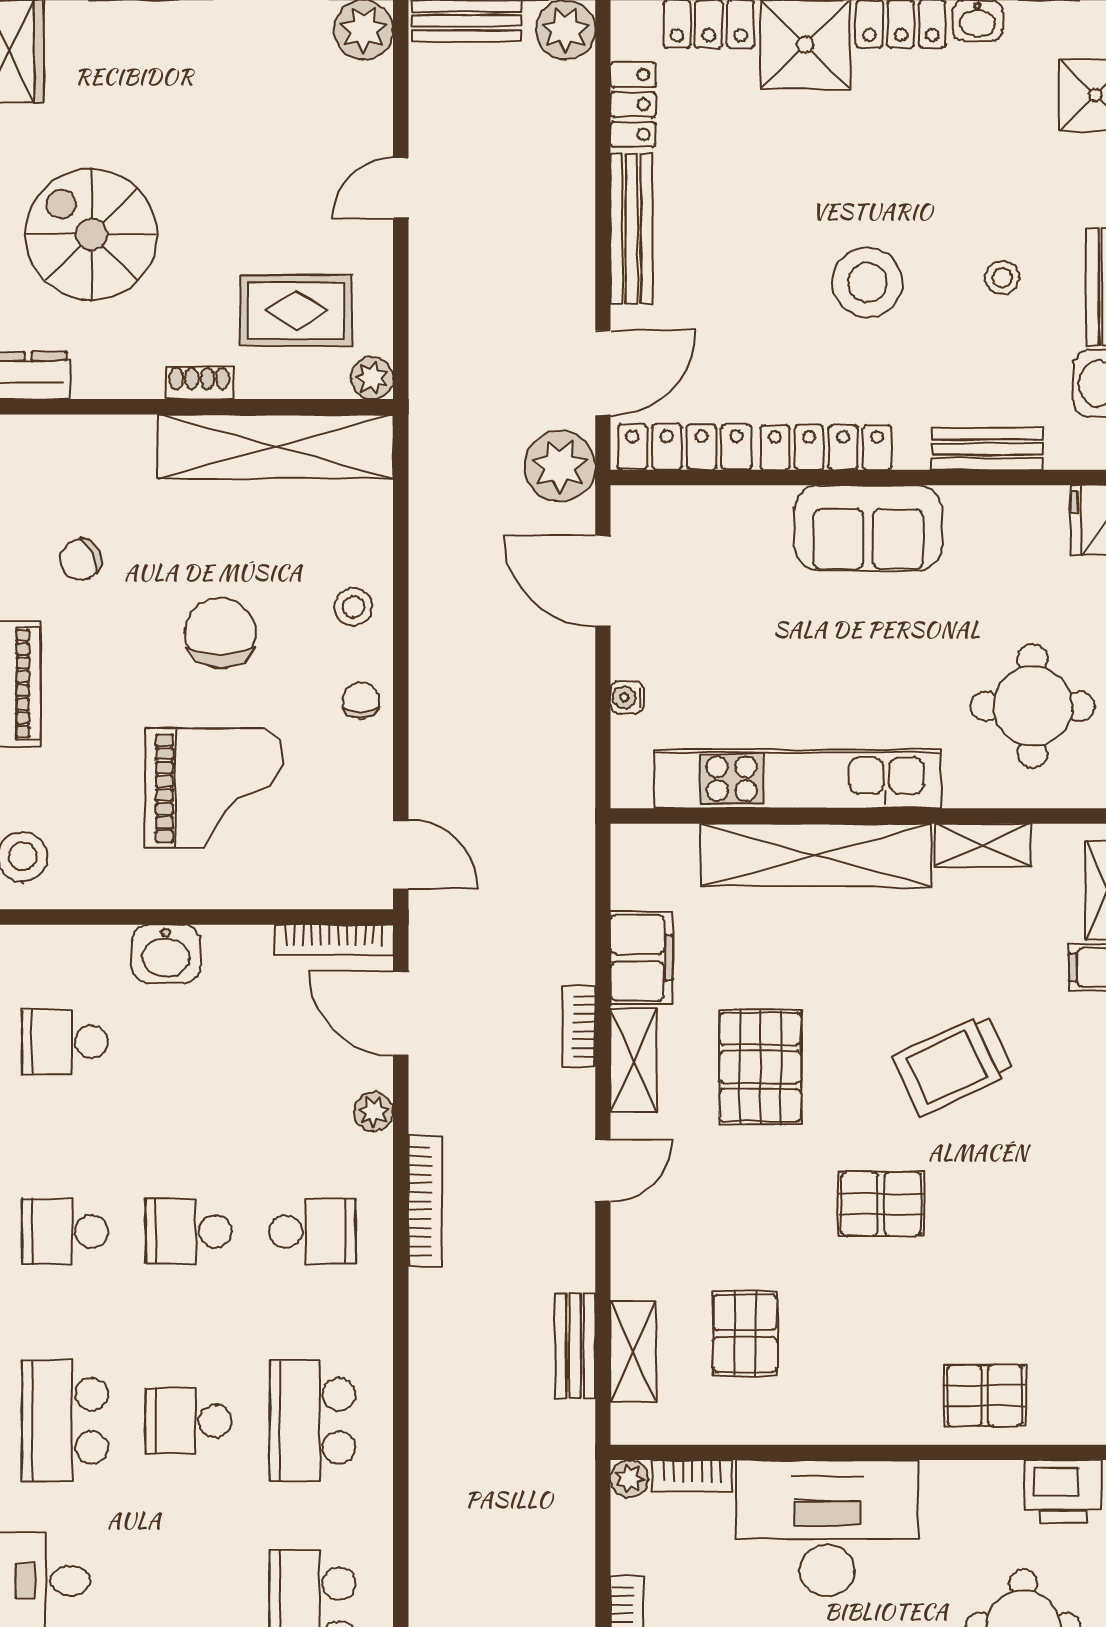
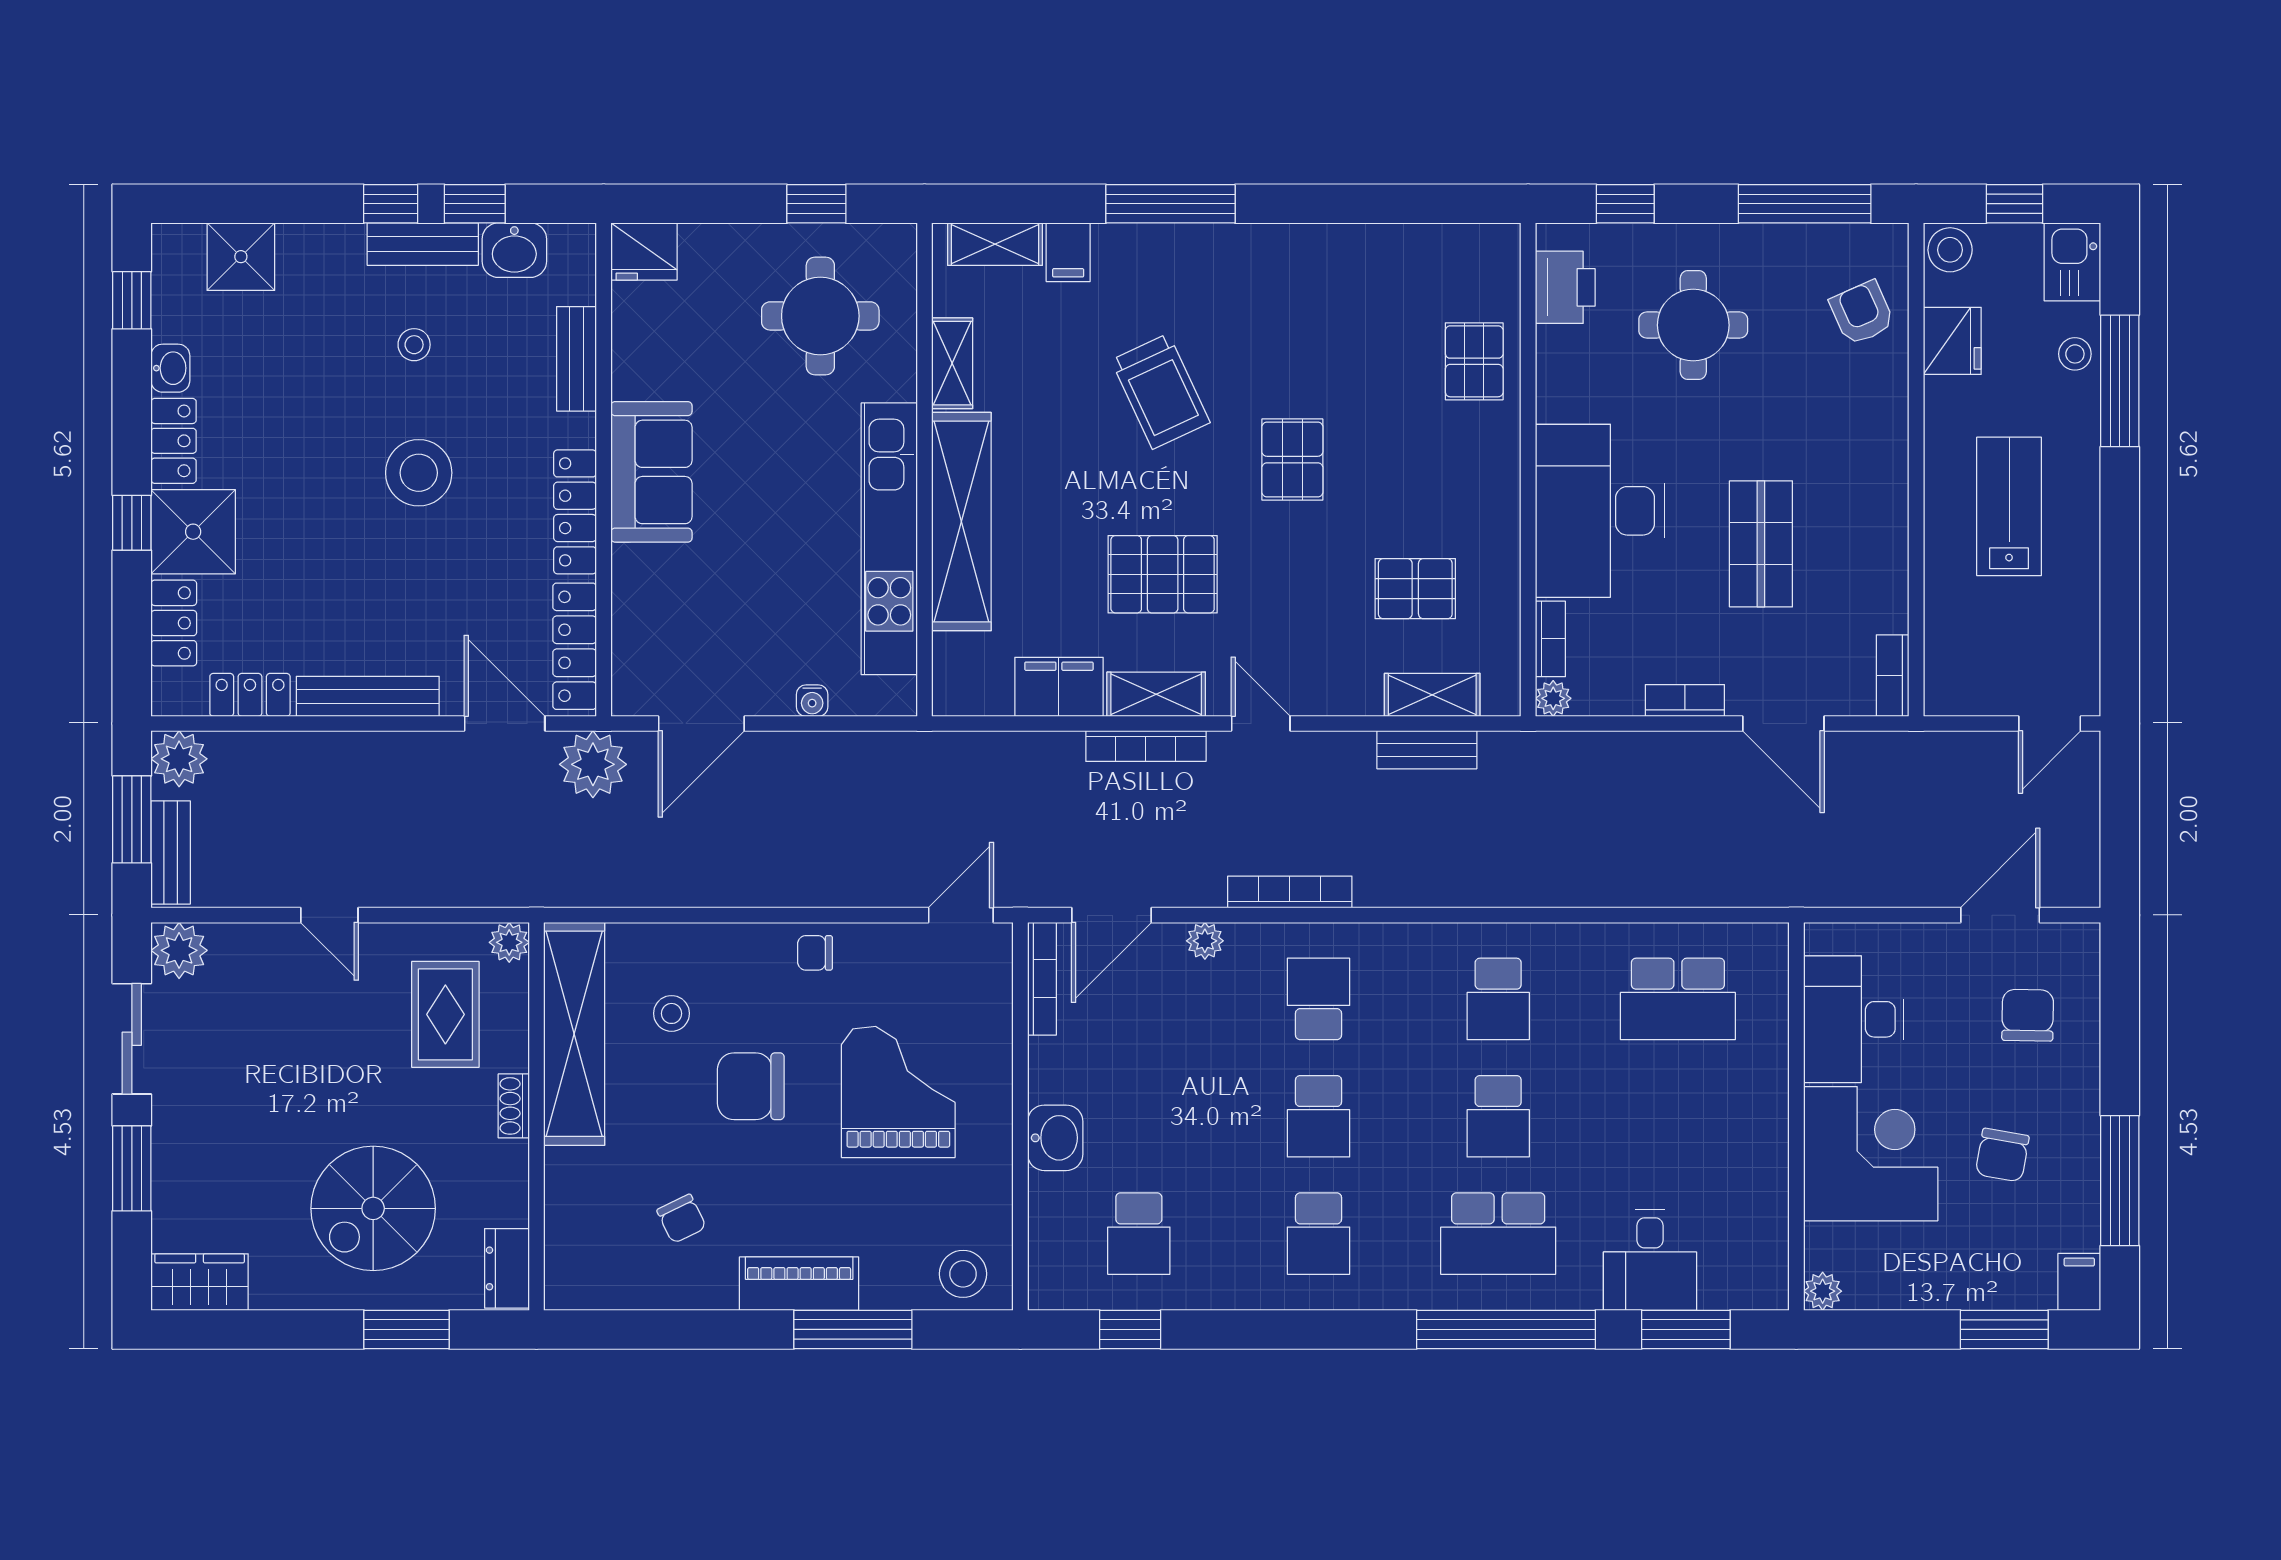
stool: (353, 607) -> (671, 1013), moved
bookcase: (579, 1027) -> (1146, 746), width x1.56
school desk: (312, 1421) -> (1498, 999), width x0.54

